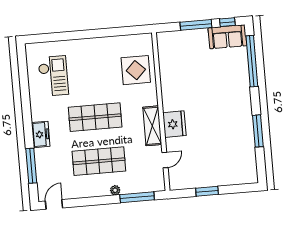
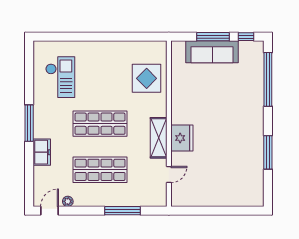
sofa: (227, 37) -> (212, 52), moved, width x1.36
freezer: (41, 134) -> (42, 152), moved
window: (31, 166) -> (29, 123), moved
plant: (115, 190) -> (68, 201), moved
window: (207, 191) -> (210, 211), removed
window: (137, 197) -> (123, 211), moved

